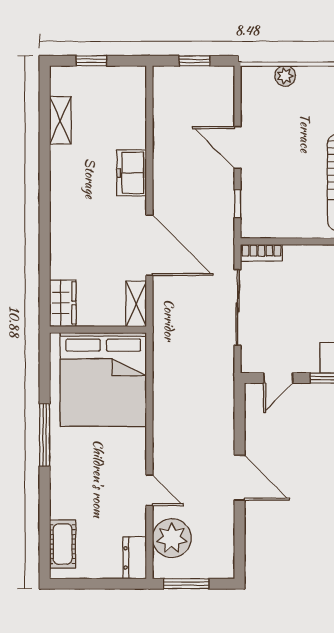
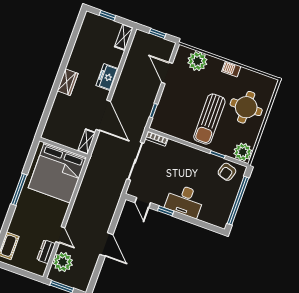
plant: (285, 76) -> (197, 61), width x1.87, depth x1.87
shelving: (60, 120) -> (124, 37), moved
door: (238, 148) -> (167, 73), moved
wardrobe: (63, 303) -> (68, 82), moved
door: (278, 378) -> (143, 203), hinge flipped
dresser: (135, 558) -> (46, 252), moved

